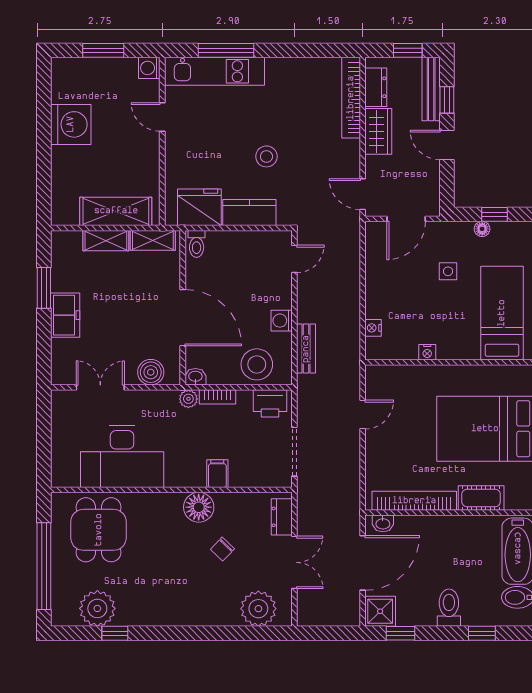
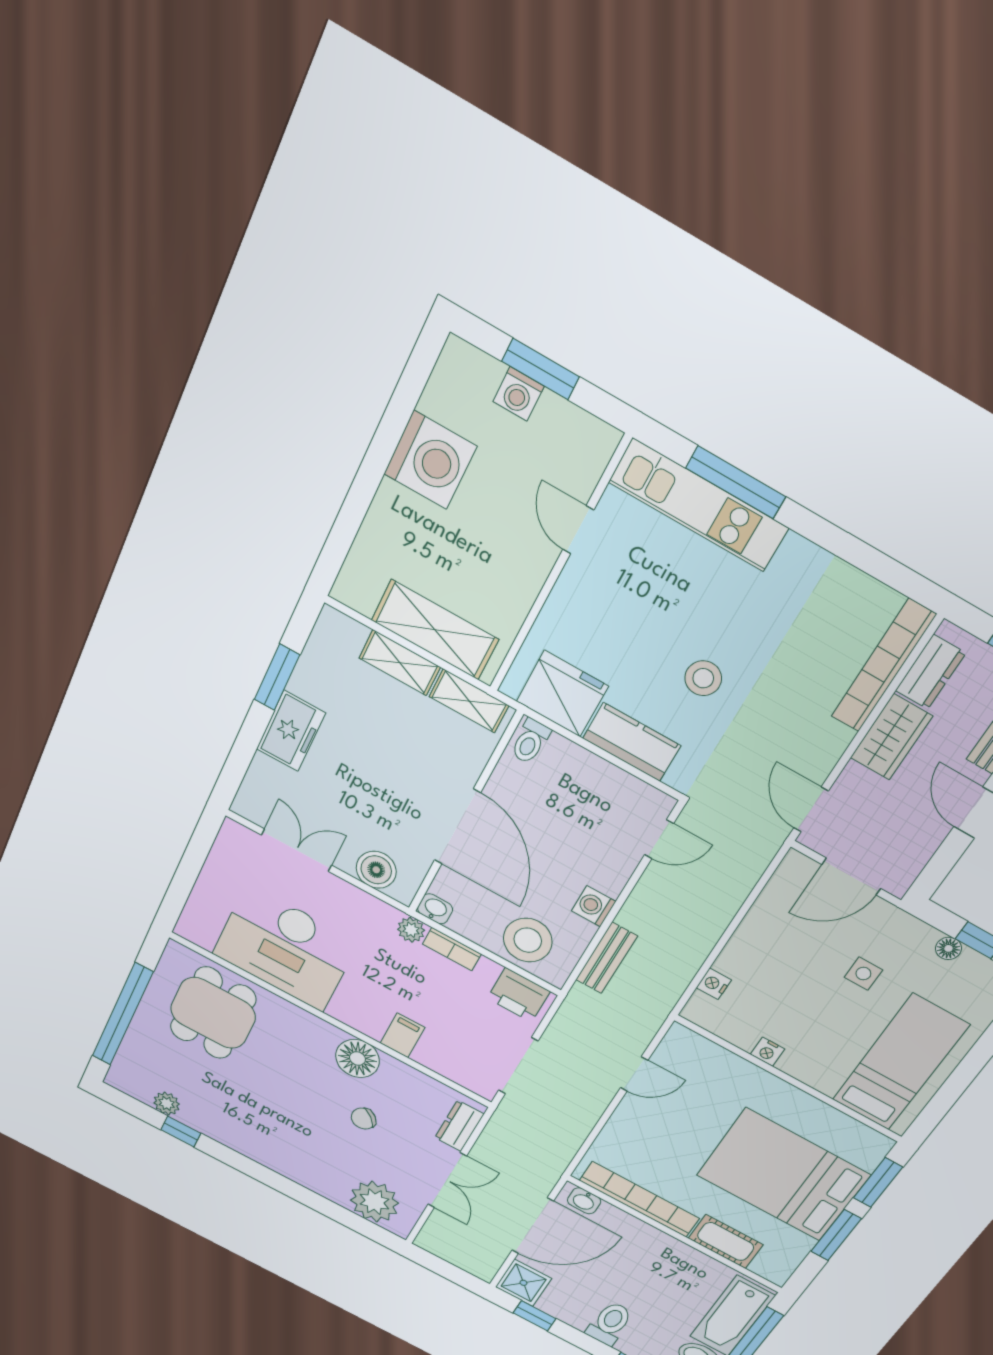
washing machine: (149, 68) -> (519, 394), moved, turned -90
plant: (97, 608) -> (167, 1103), width x0.53, depth x0.53

